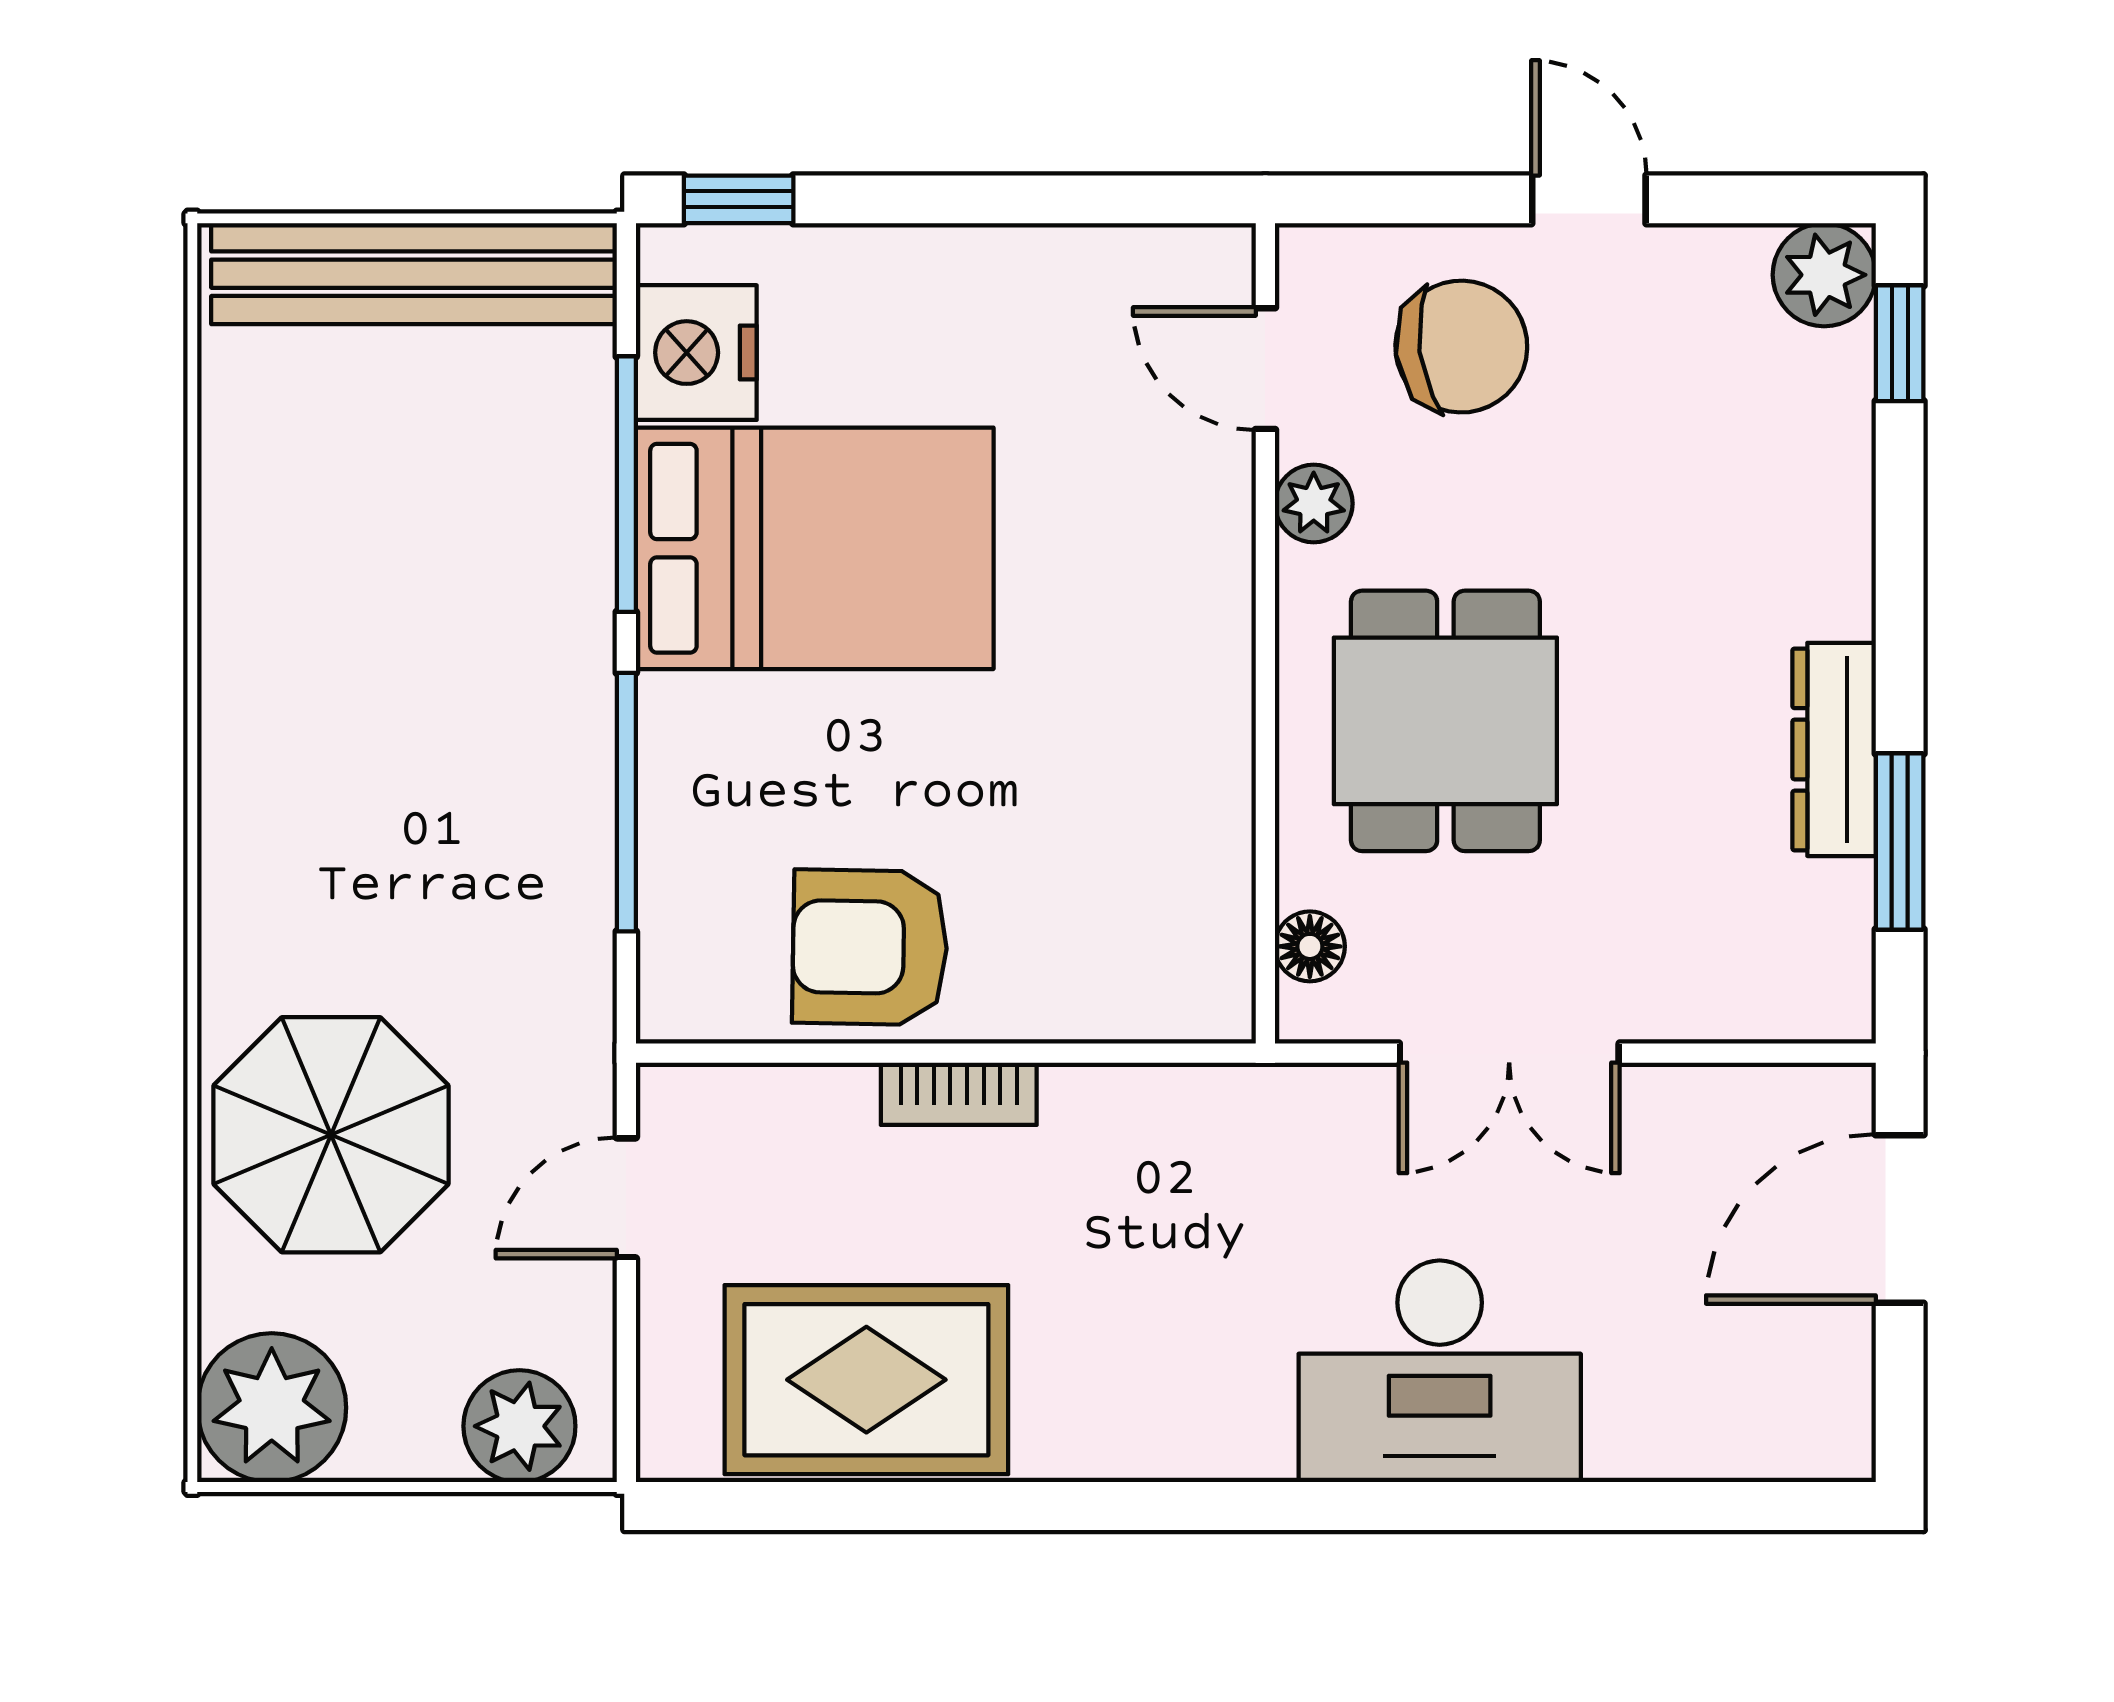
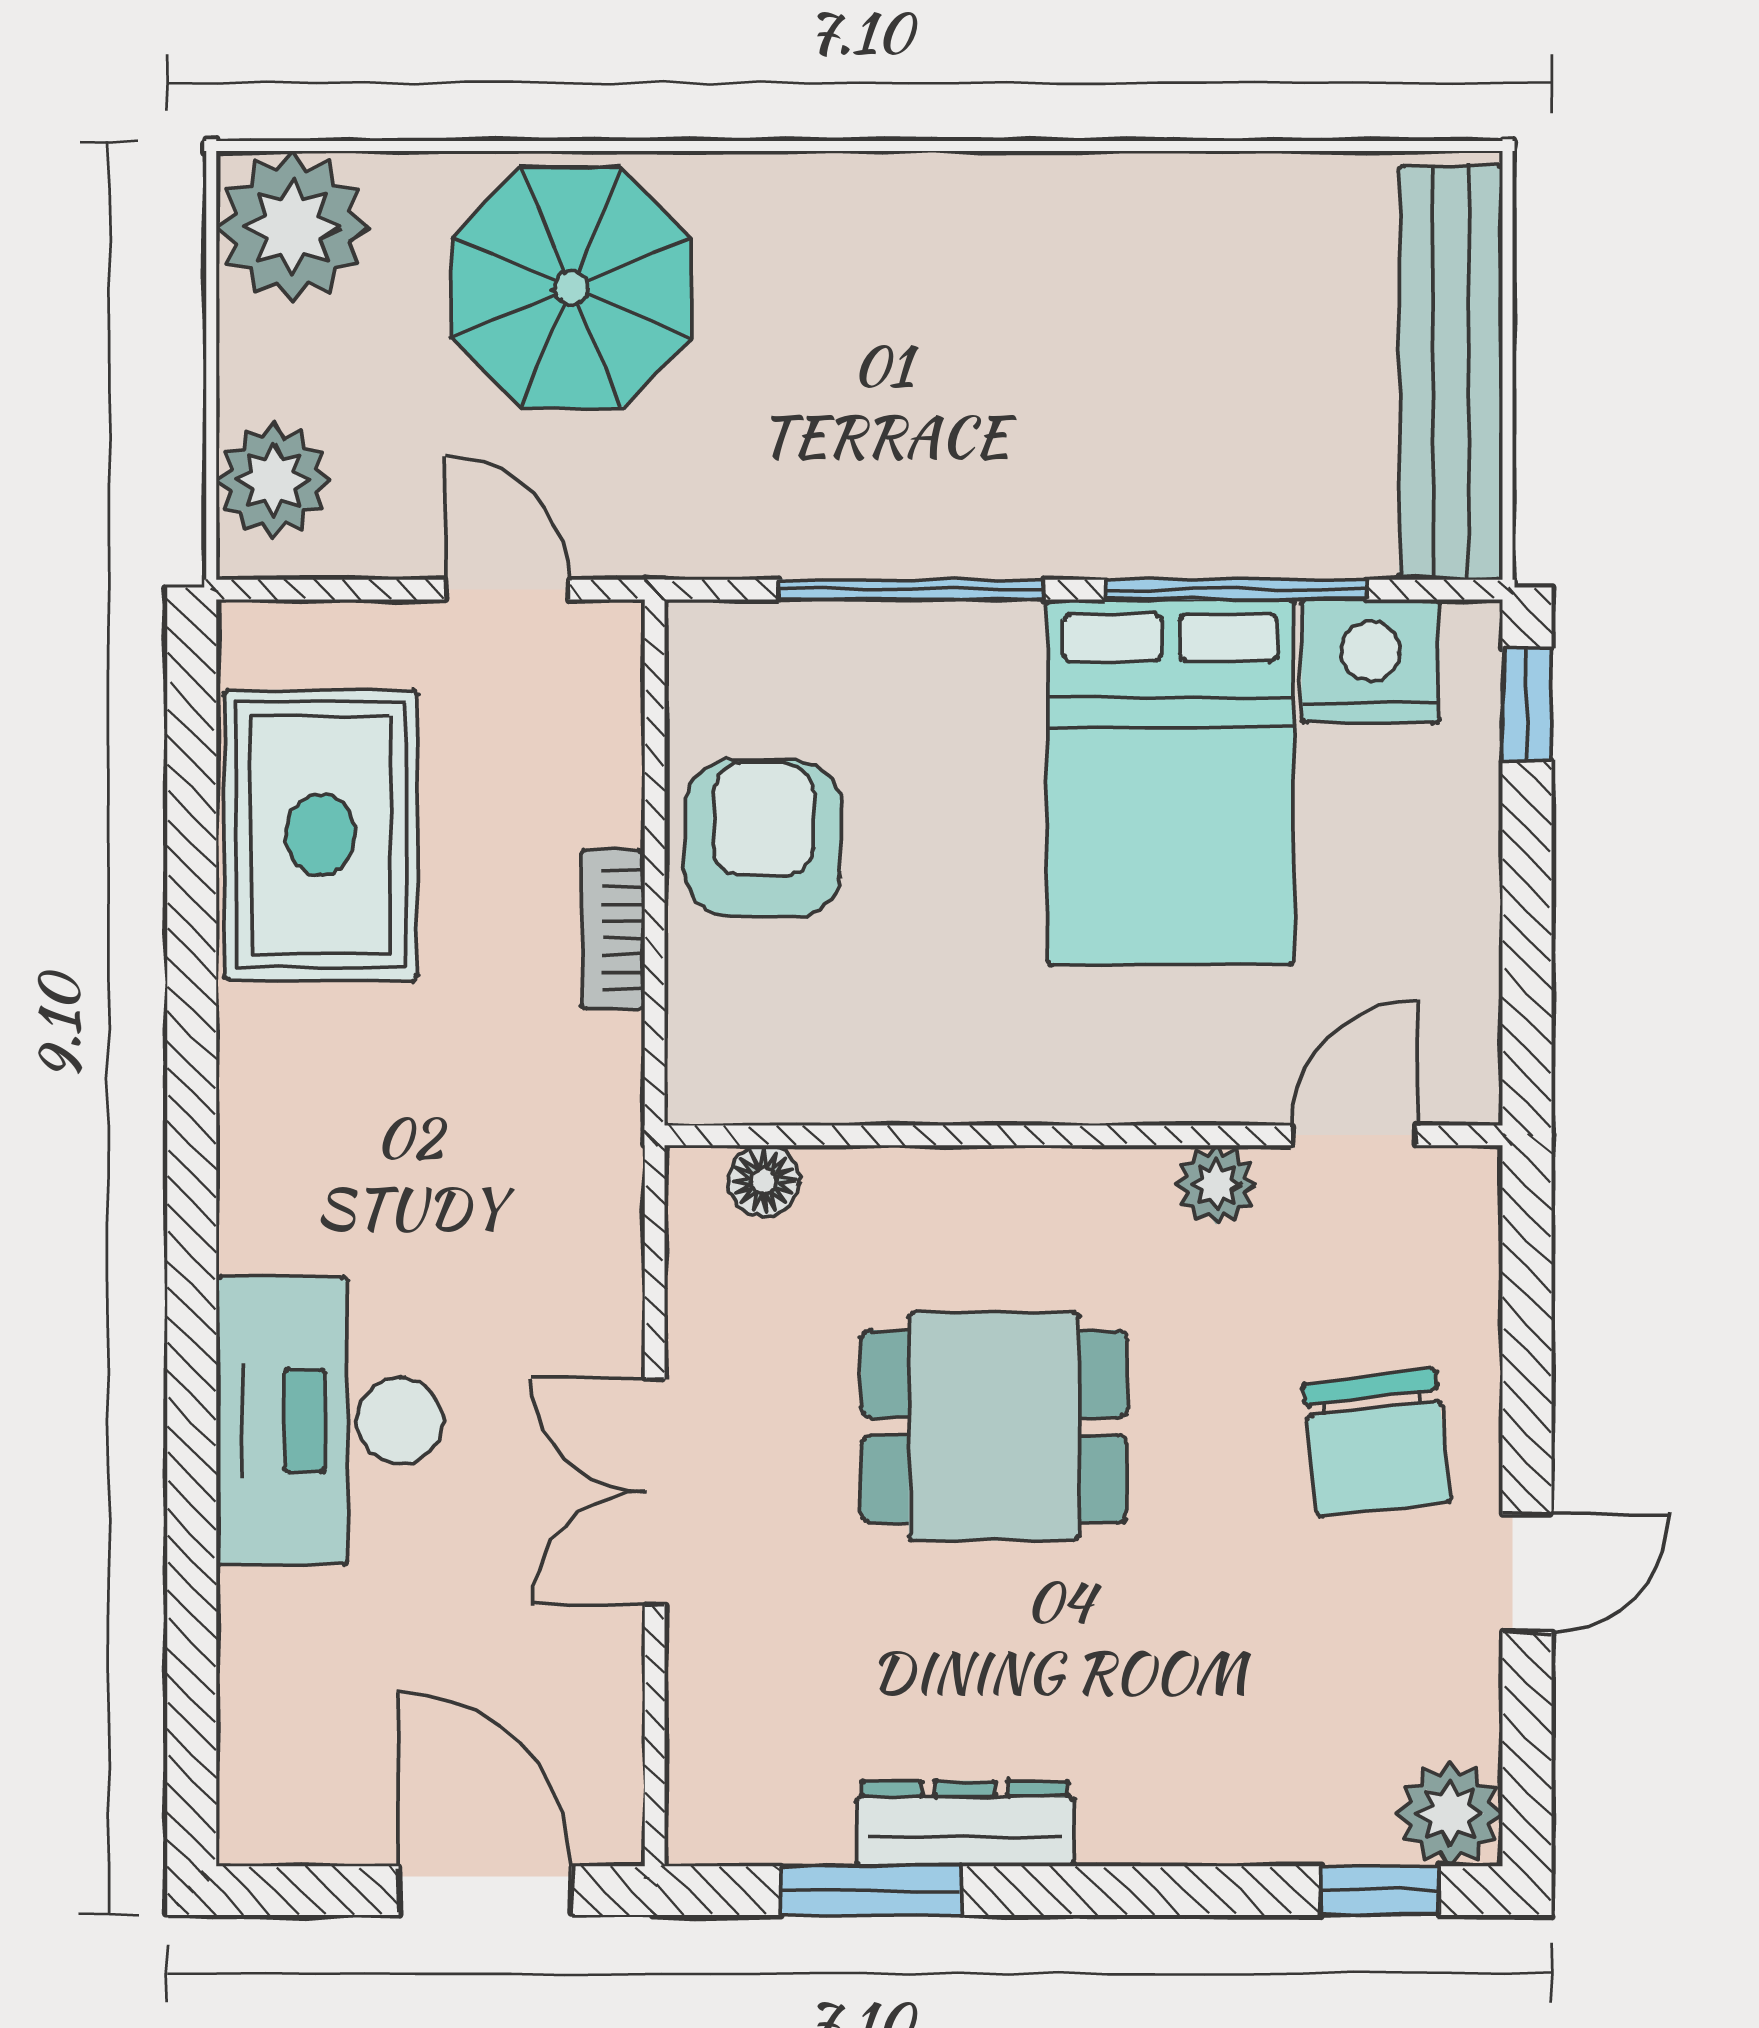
door: (1265, 369) -> (1354, 1135), moved
plant: (1314, 504) -> (1216, 1185), moved
wall: (1265, 633) -> (1083, 1135), moved
floor lamp: (1310, 946) -> (764, 1181), moved

